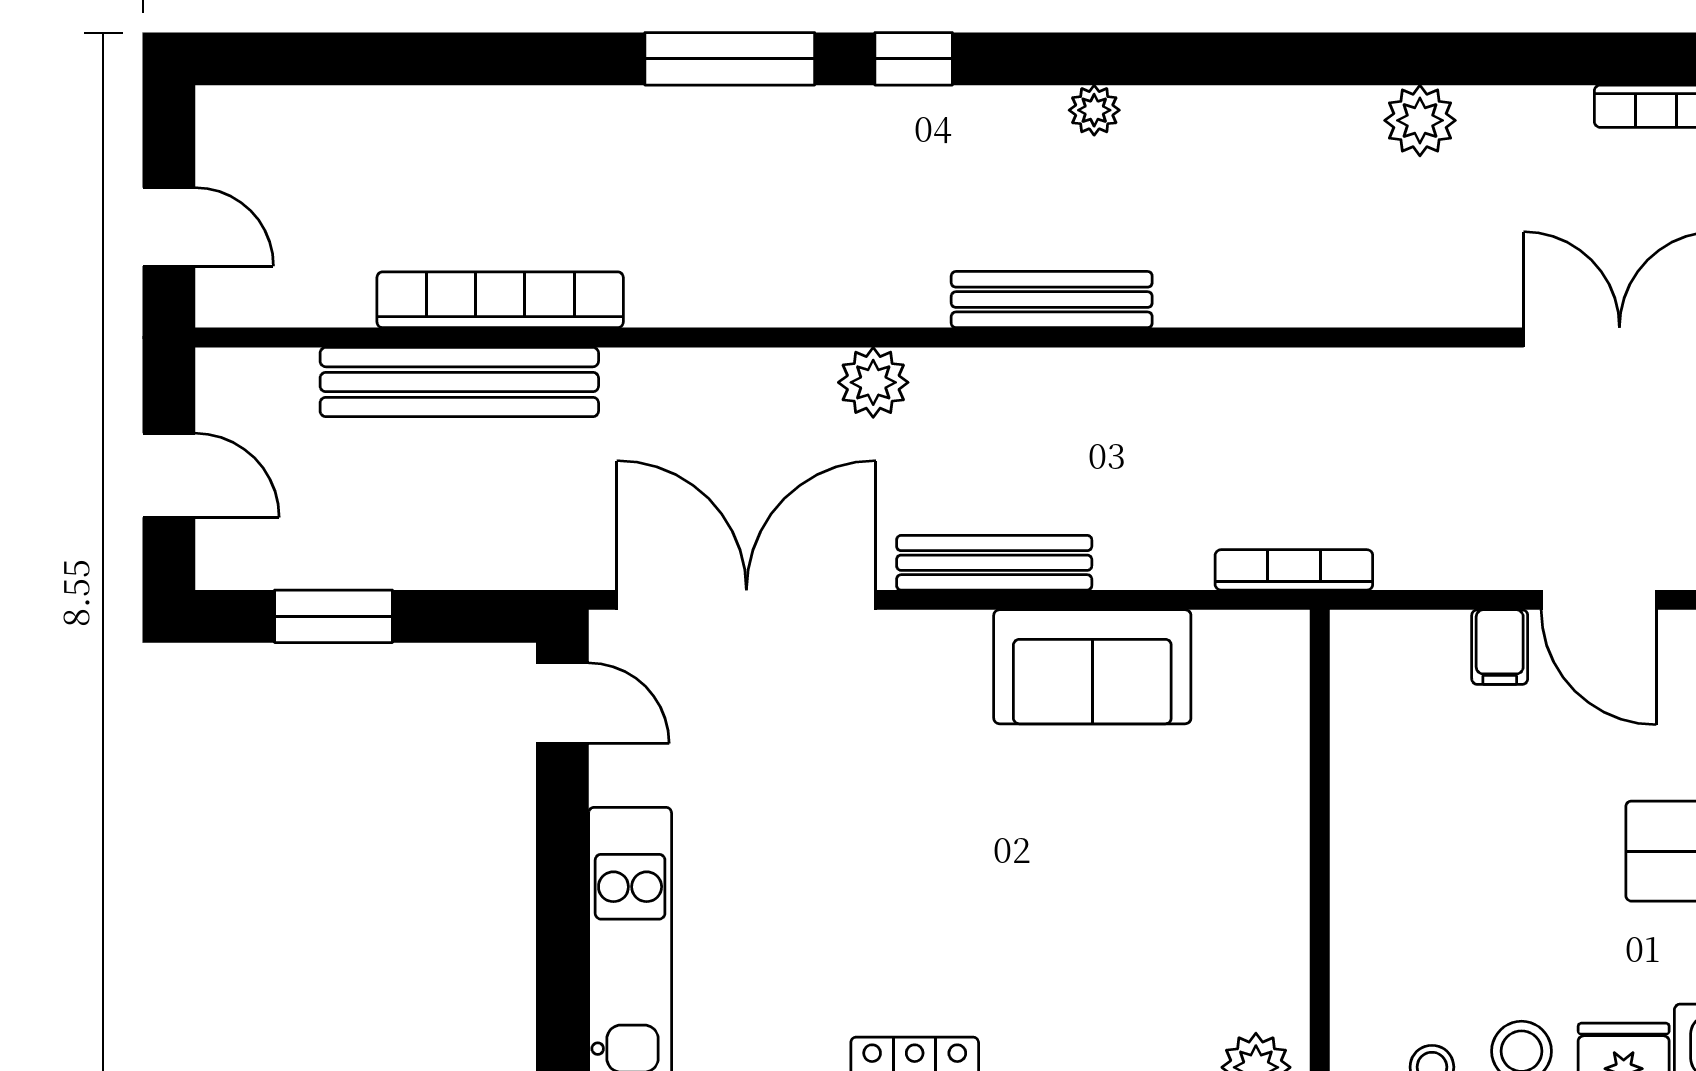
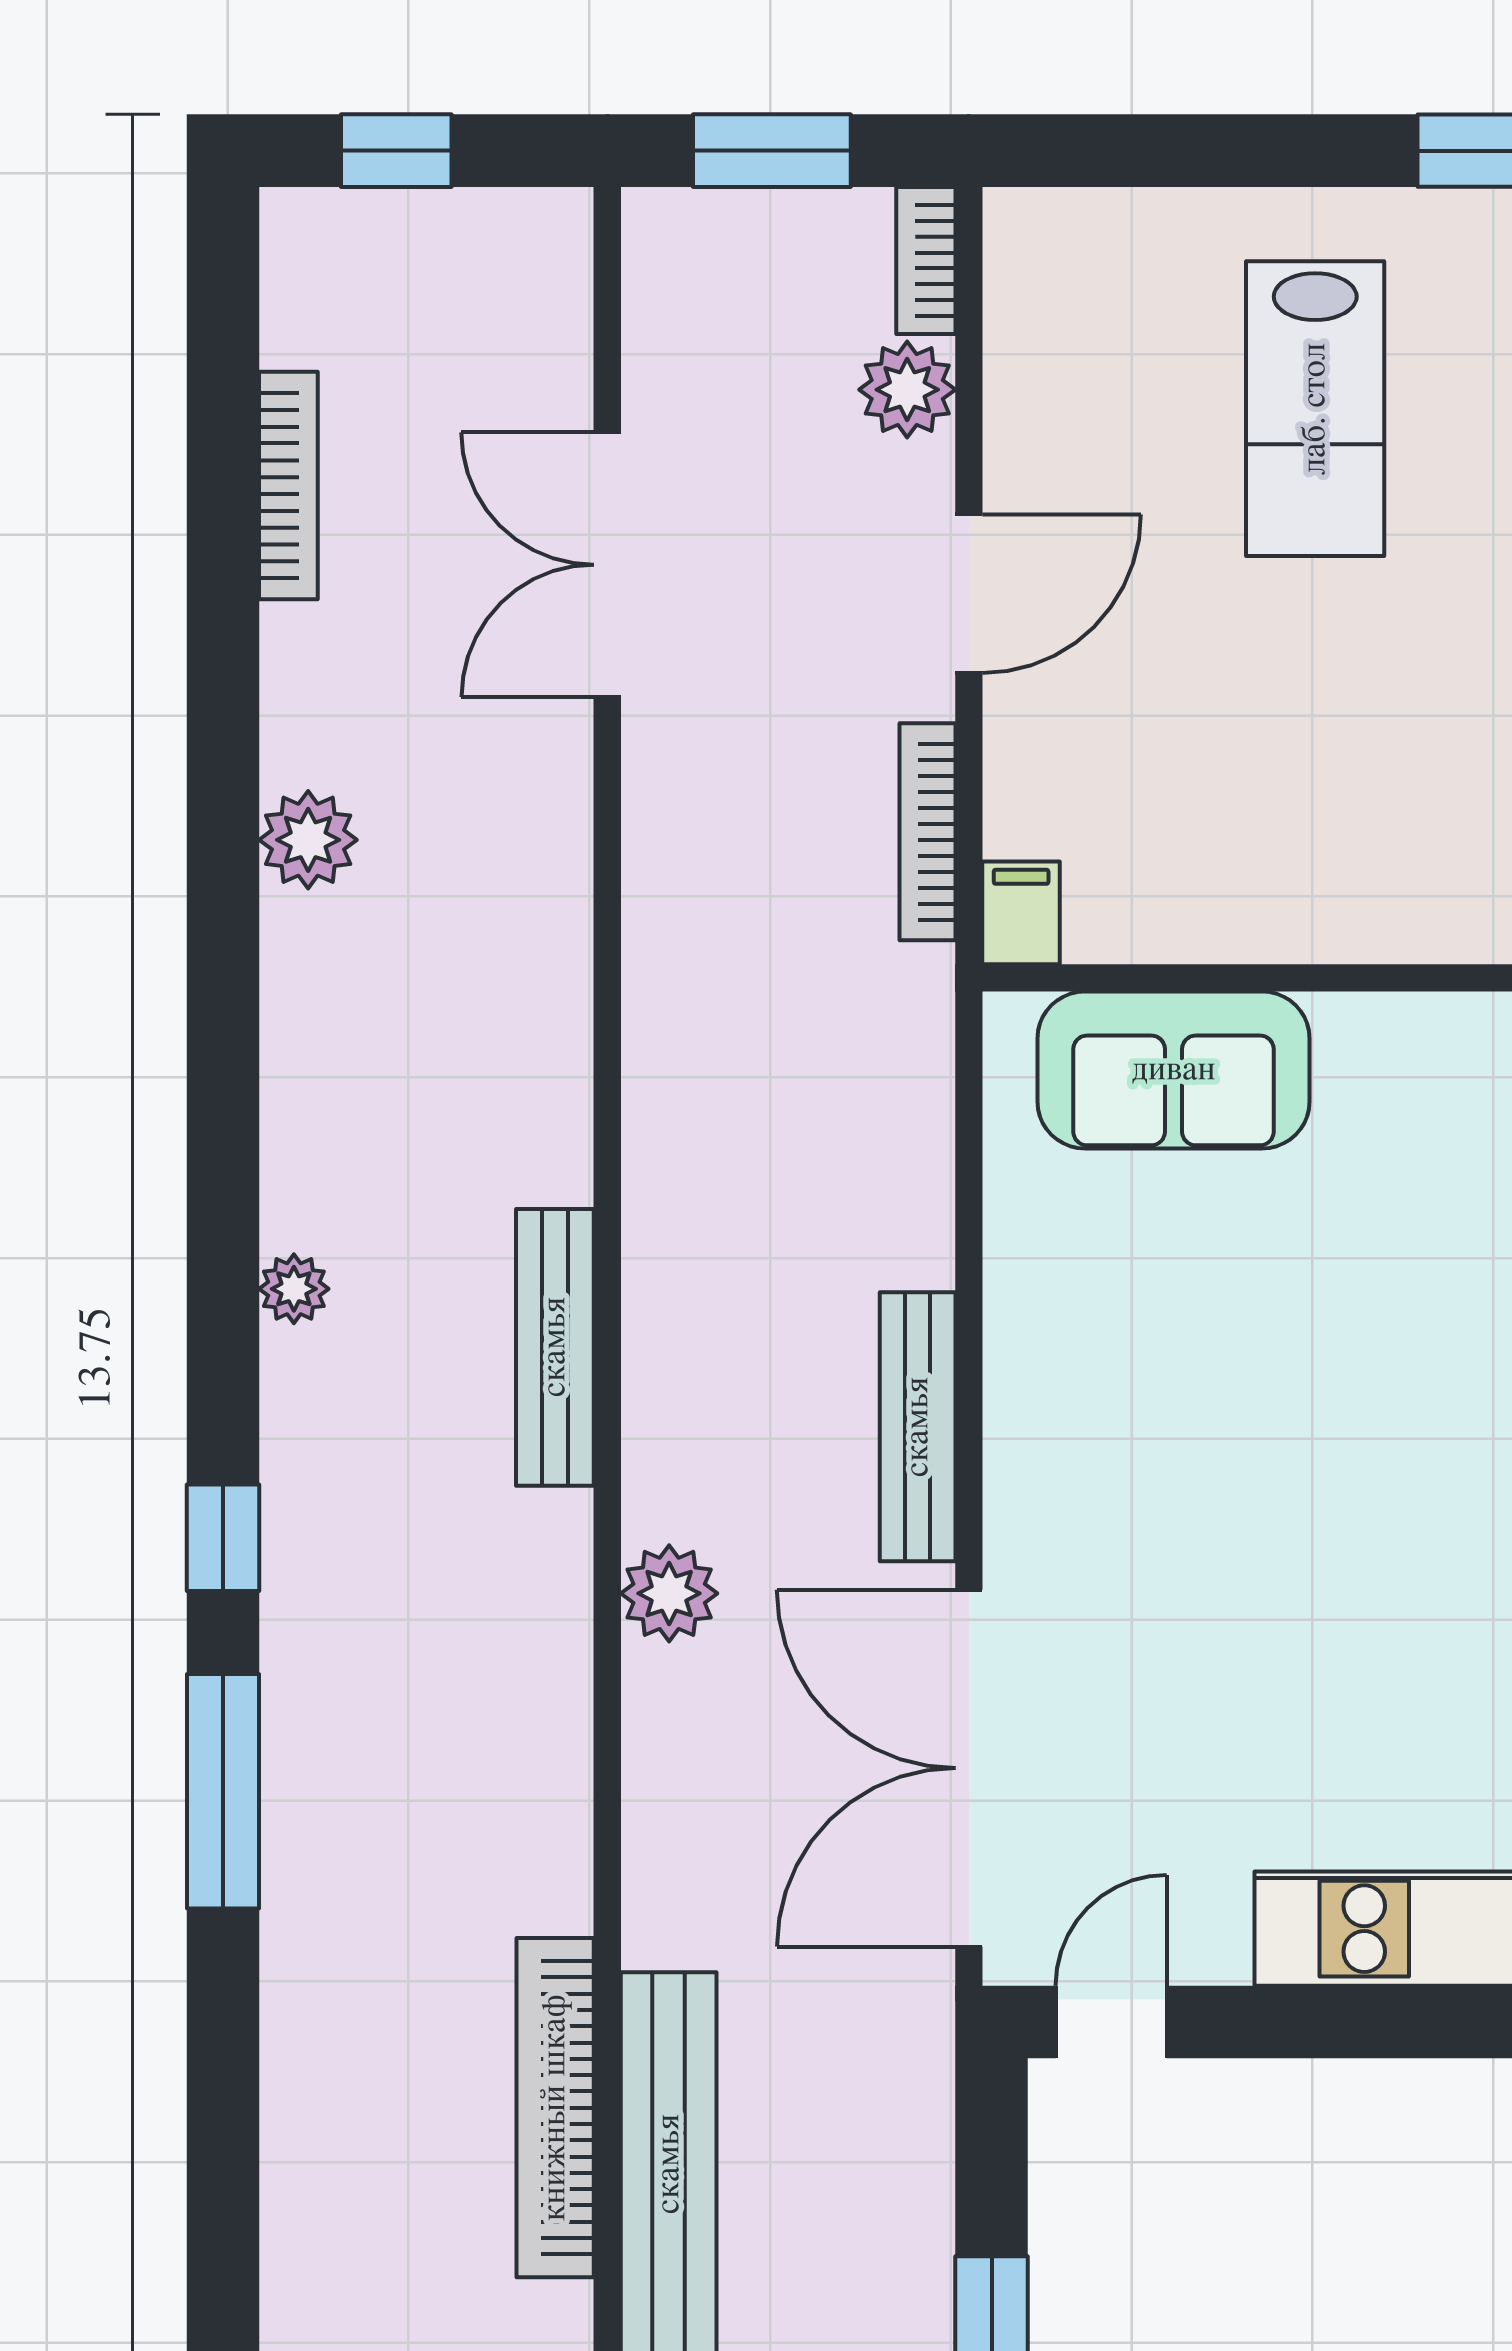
bookcase: (1294, 570) -> (928, 832), moved
filing cabinet: (1500, 647) -> (1021, 913), moved, turned -90
sofa: (1092, 667) -> (1174, 1070), moved, turned 90

